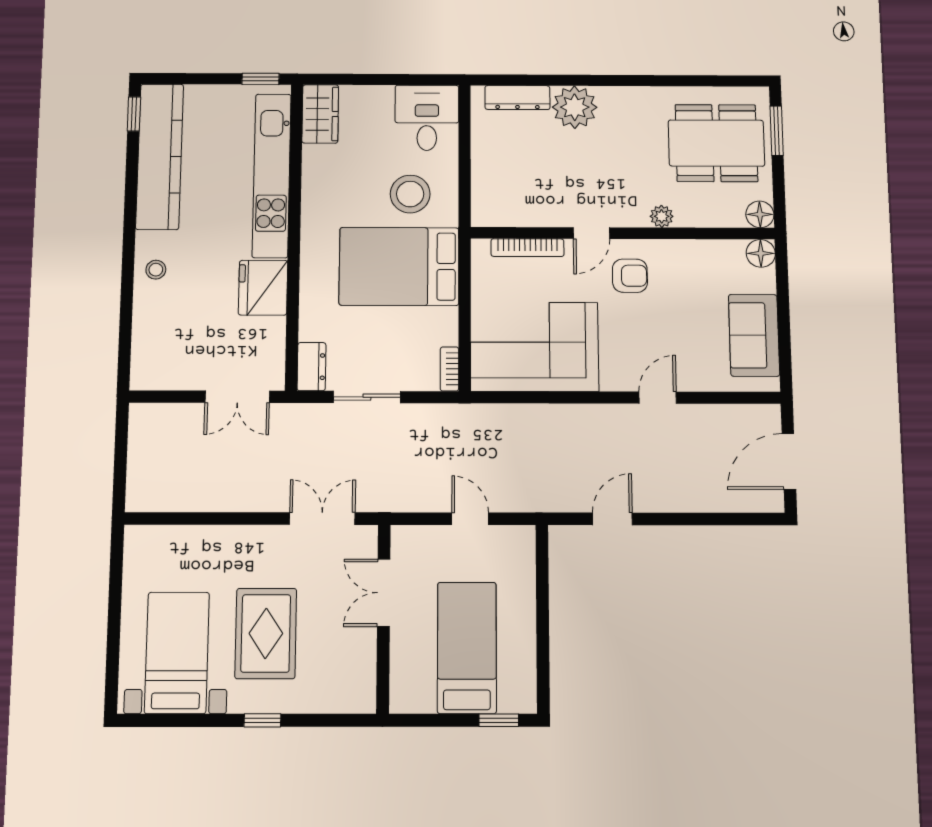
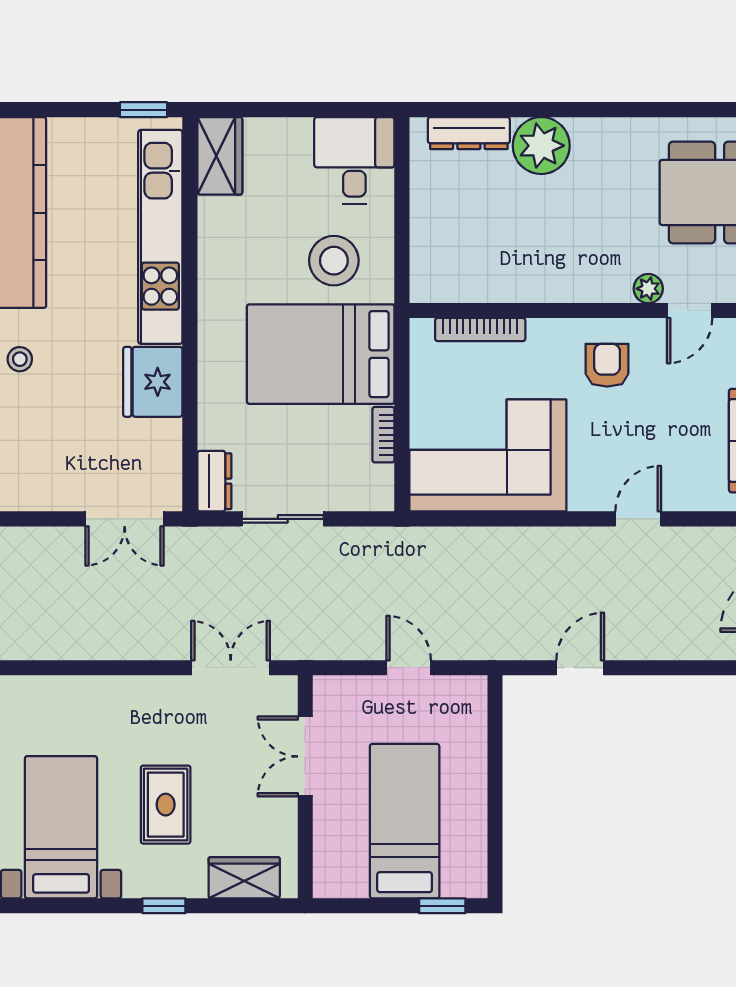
door: (591, 233) -> (690, 311), moved
armchair: (630, 276) -> (607, 365), turned -90
bookcase: (449, 369) -> (383, 435), moved
rug: (266, 633) -> (166, 805), width x0.73, depth x0.70
wardrobe: (331, 696) -> (244, 878), added

